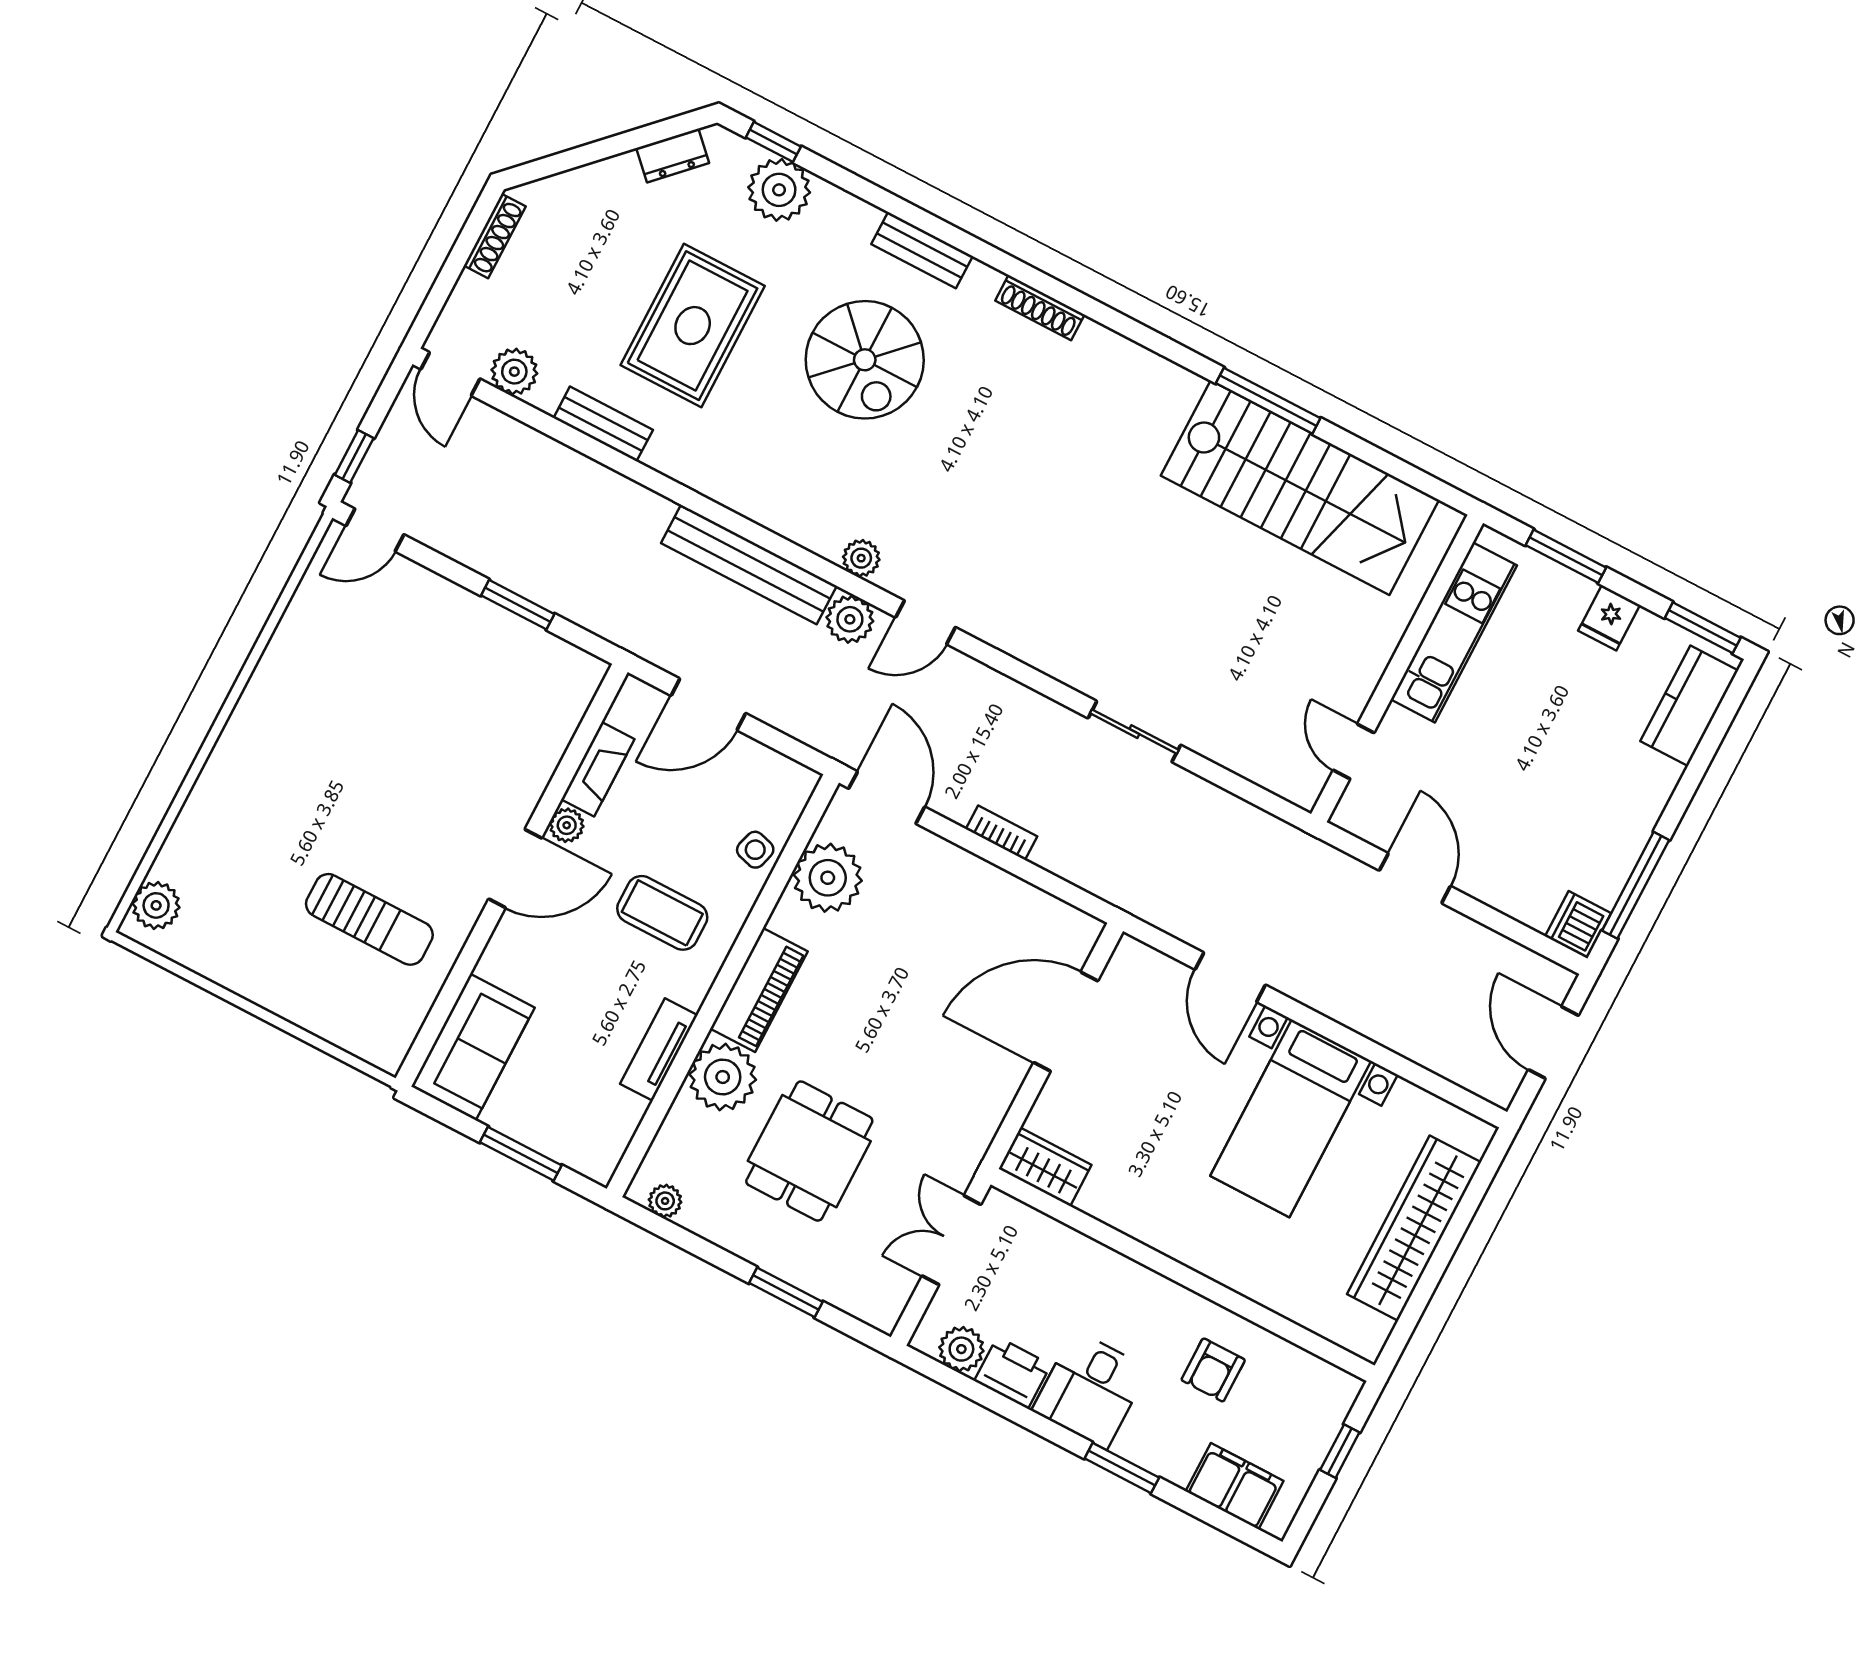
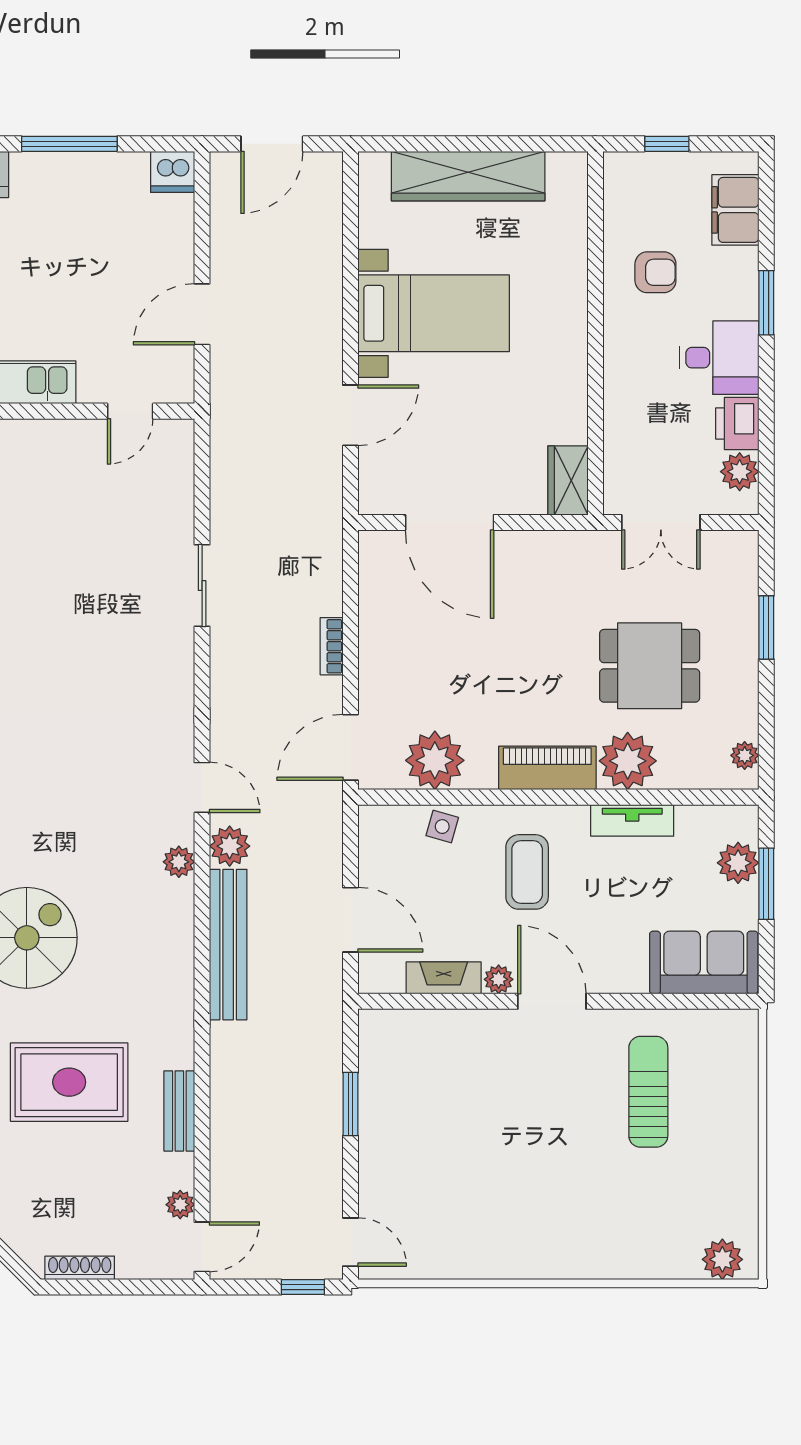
plant: (514, 372) -> (180, 1205), width x0.73, depth x0.73
window: (1636, 885) -> (69, 144), moved
plant: (558, 1136) -> (738, 863), added

